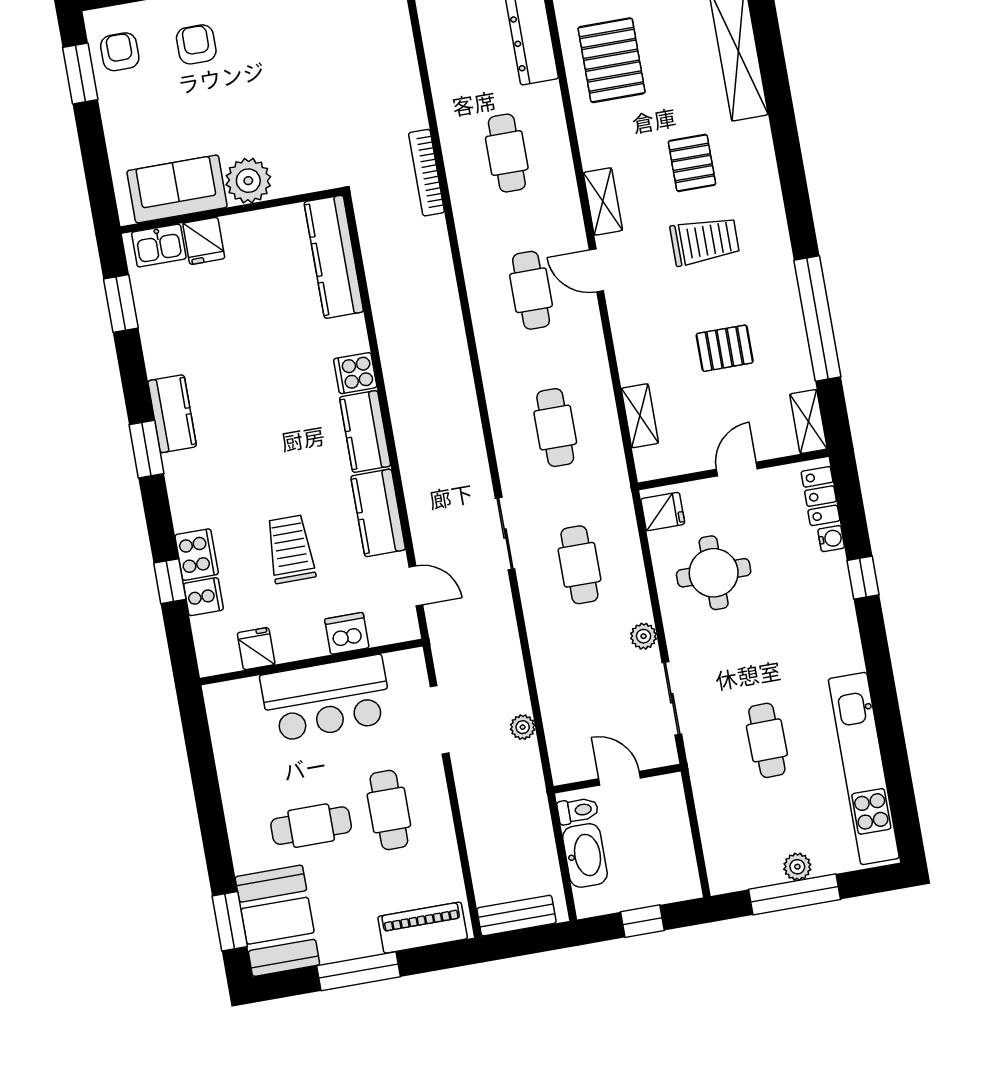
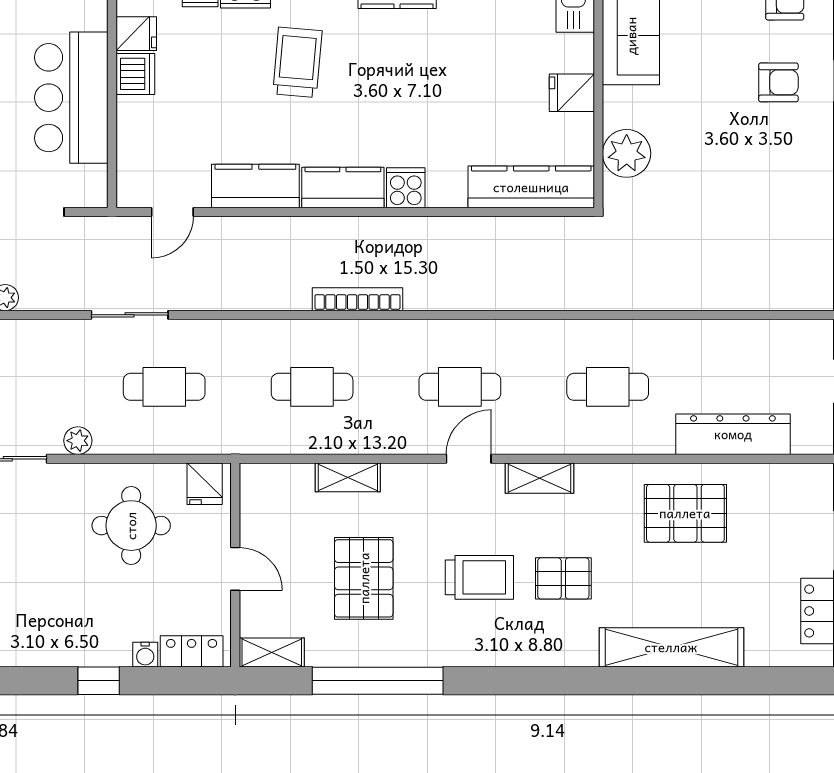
bookcase: (426, 173) -> (357, 299), moved
plant: (248, 181) -> (627, 153), moved
fridge: (204, 241) -> (572, 93), moved
trolley: (705, 241) -> (479, 577), turned -90
pallet: (725, 348) -> (364, 578), width x1.50, depth x1.42
shelving: (640, 416) -> (348, 477), moved
sliding door: (505, 533) -> (130, 315), moved
trolley: (290, 549) -> (297, 62), moved, turned -85
dishwasher: (347, 633) -> (135, 74), moved

